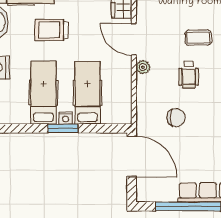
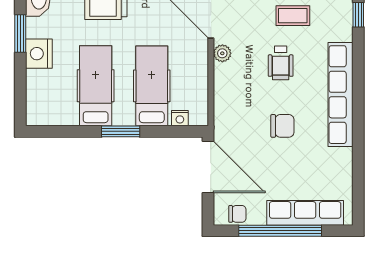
nightstand: (65, 118) -> (180, 118), moved
chair: (176, 118) -> (282, 126), moved
chair: (155, 193) -> (237, 214), added

